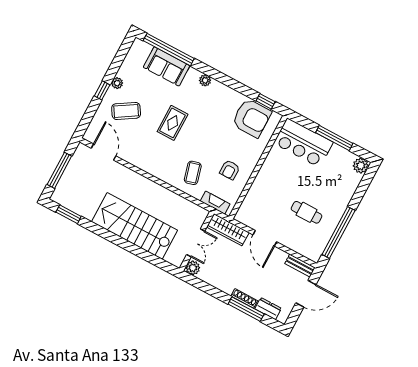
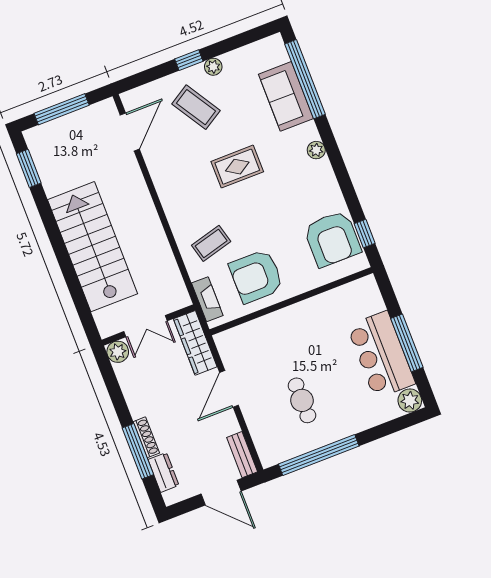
bar counter: (303, 143) -> (381, 355), moved
armchair: (230, 170) -> (256, 276), width x1.88, depth x1.88

